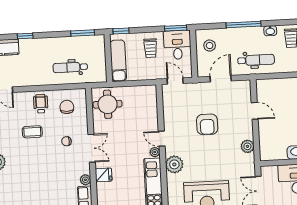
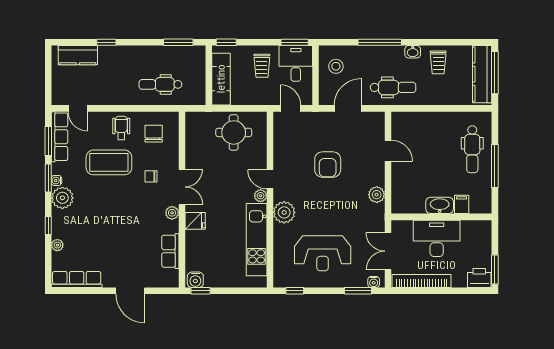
round table: (108, 104) -> (234, 132), moved
coffee table: (32, 132) -> (109, 162), width x1.86, depth x1.72
plant: (85, 180) -> (172, 213), moved

